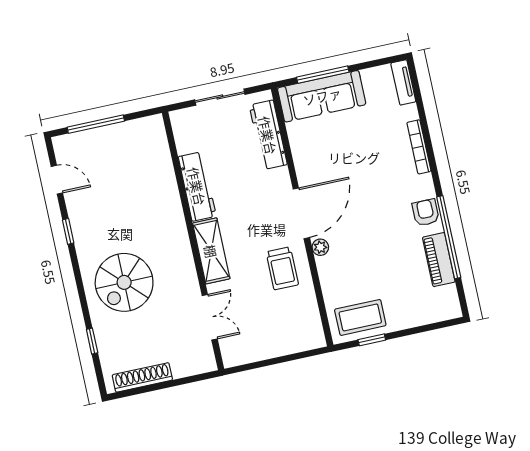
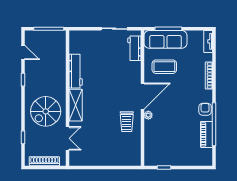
workbench: (268, 135) -> (134, 48), width x0.73
workbench: (197, 186) -> (76, 71), moved
wall: (193, 241) -> (68, 98), moved
shelving: (211, 251) -> (76, 105), moved
double door: (210, 317) -> (68, 138), moved
coffee table: (360, 317) -> (164, 67), moved

